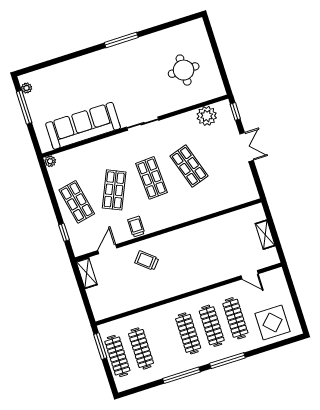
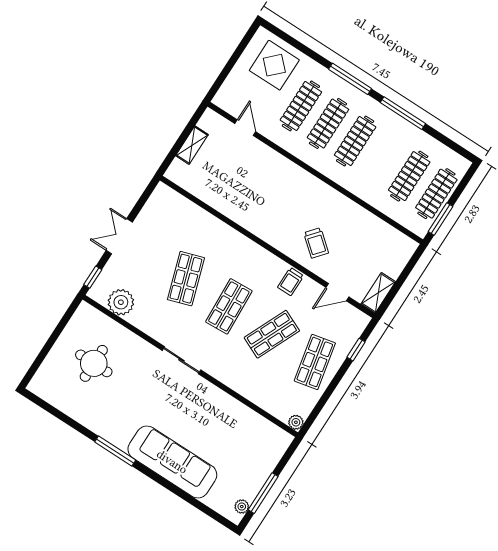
sofa: (83, 126) -> (172, 462), moved, turned 180

